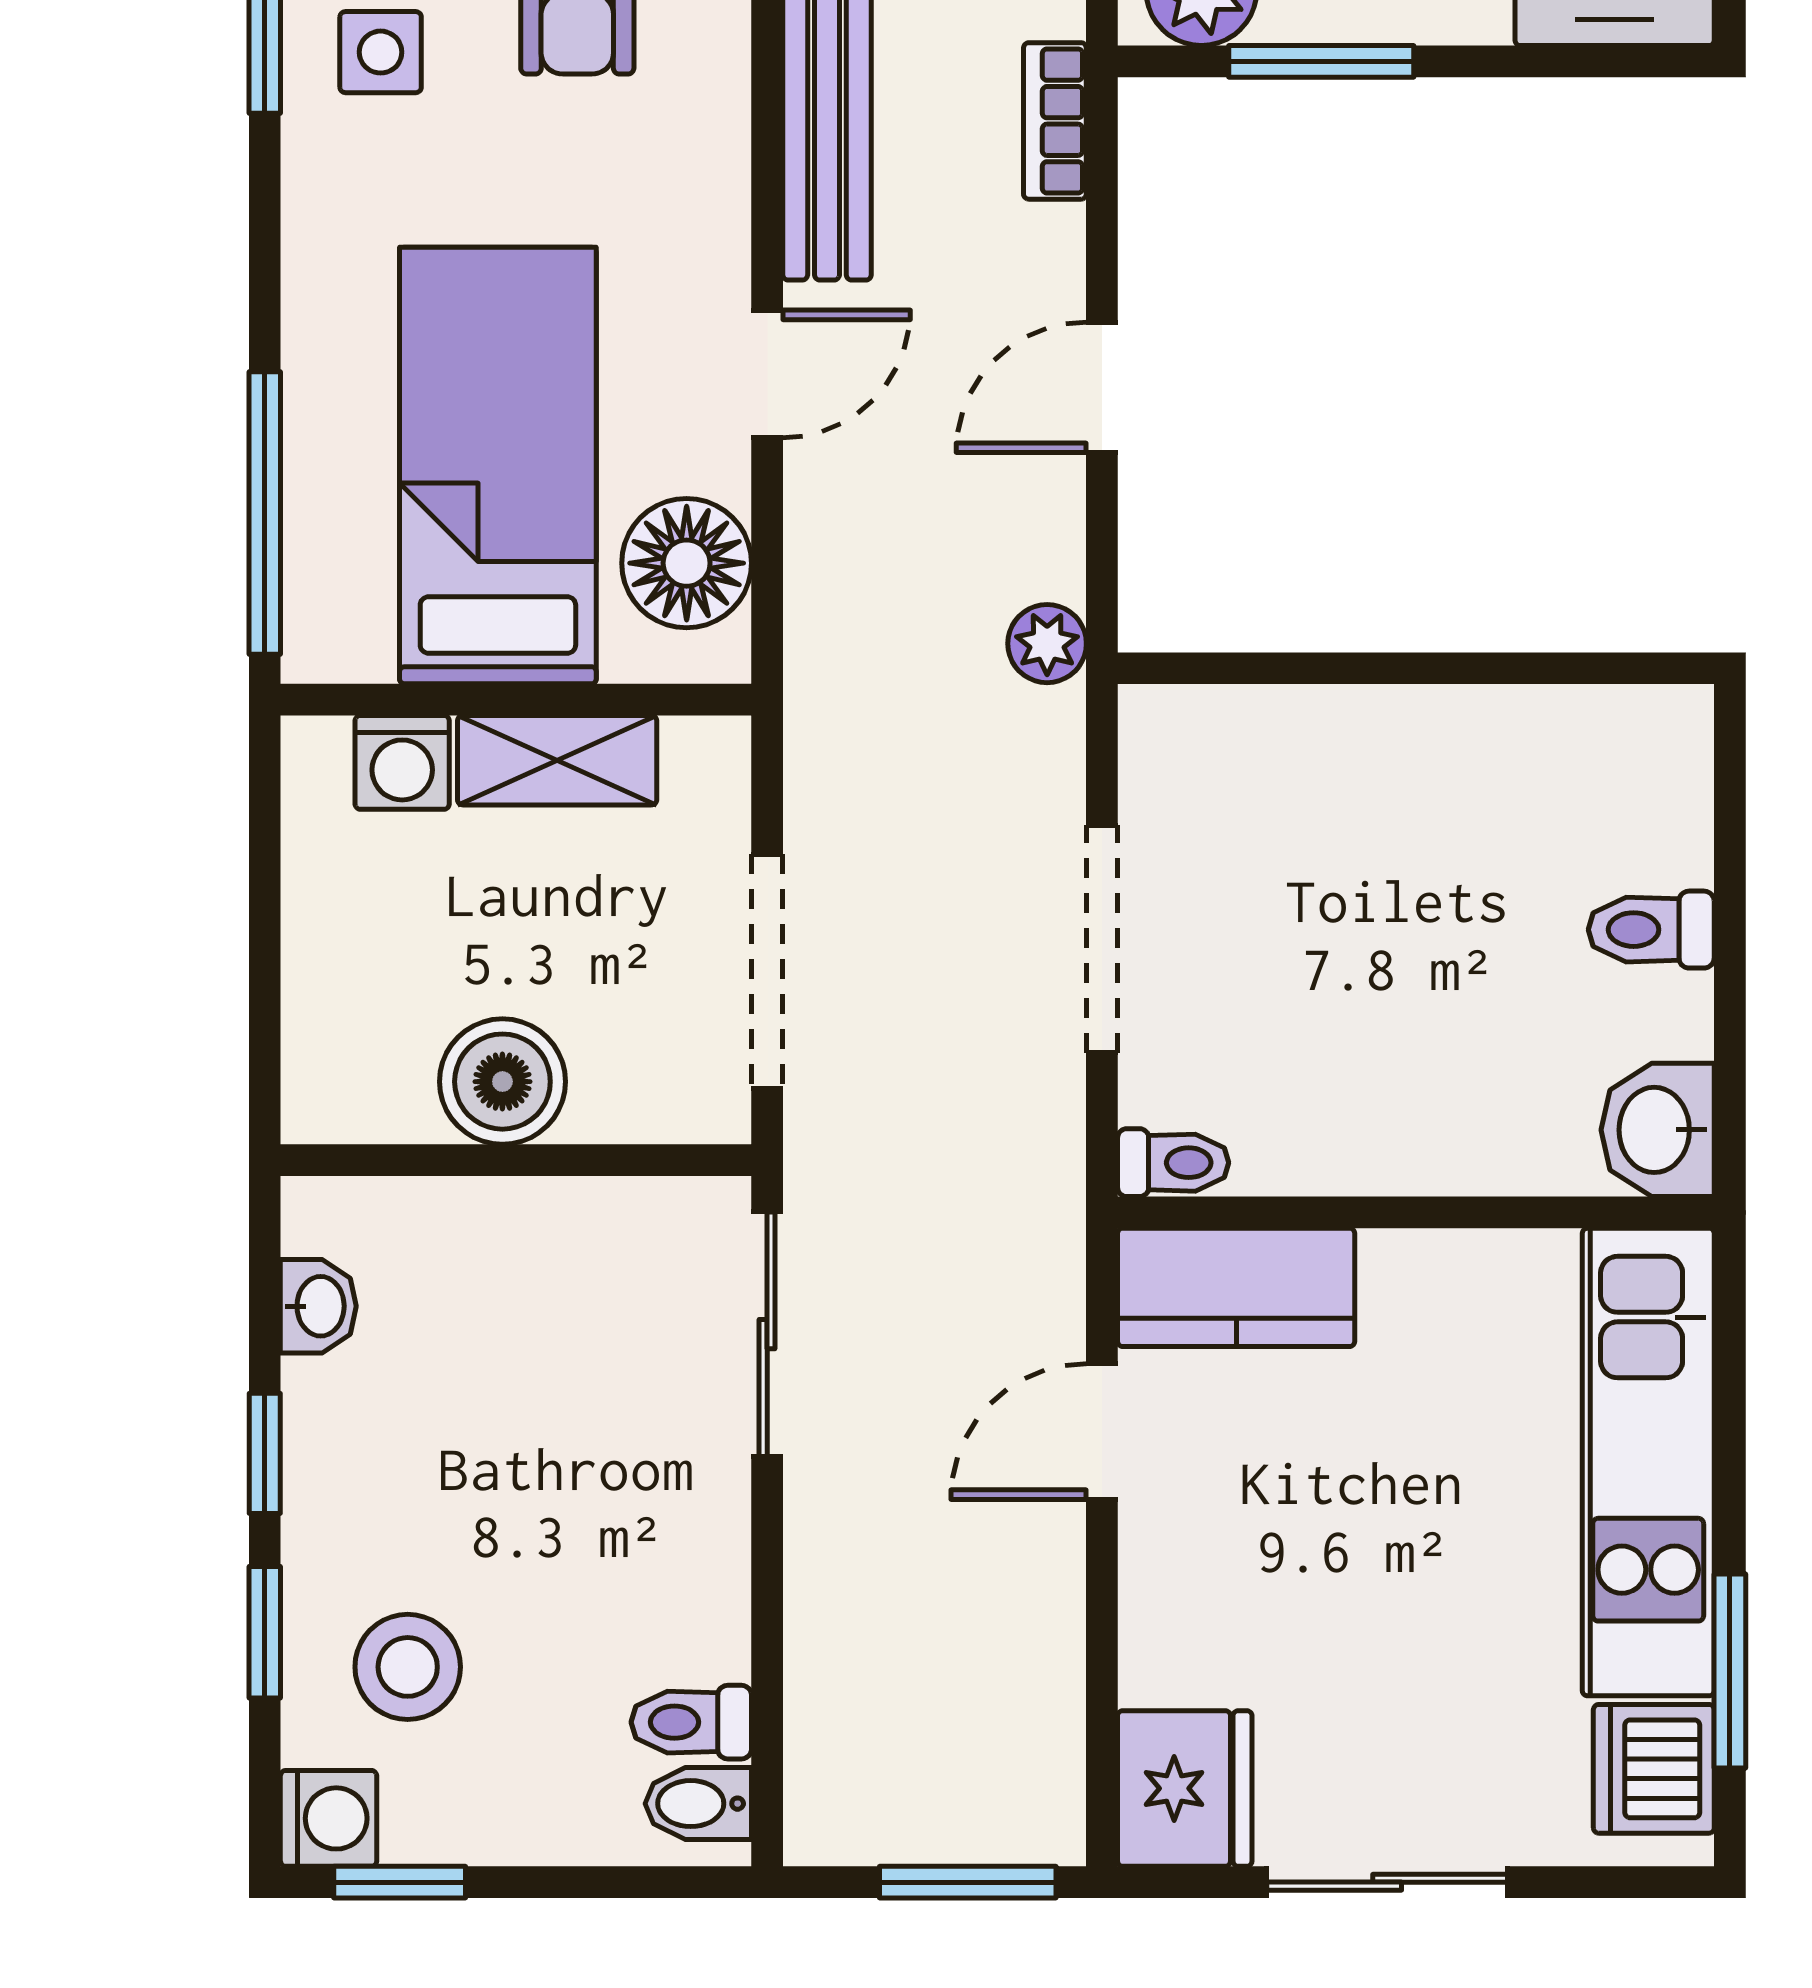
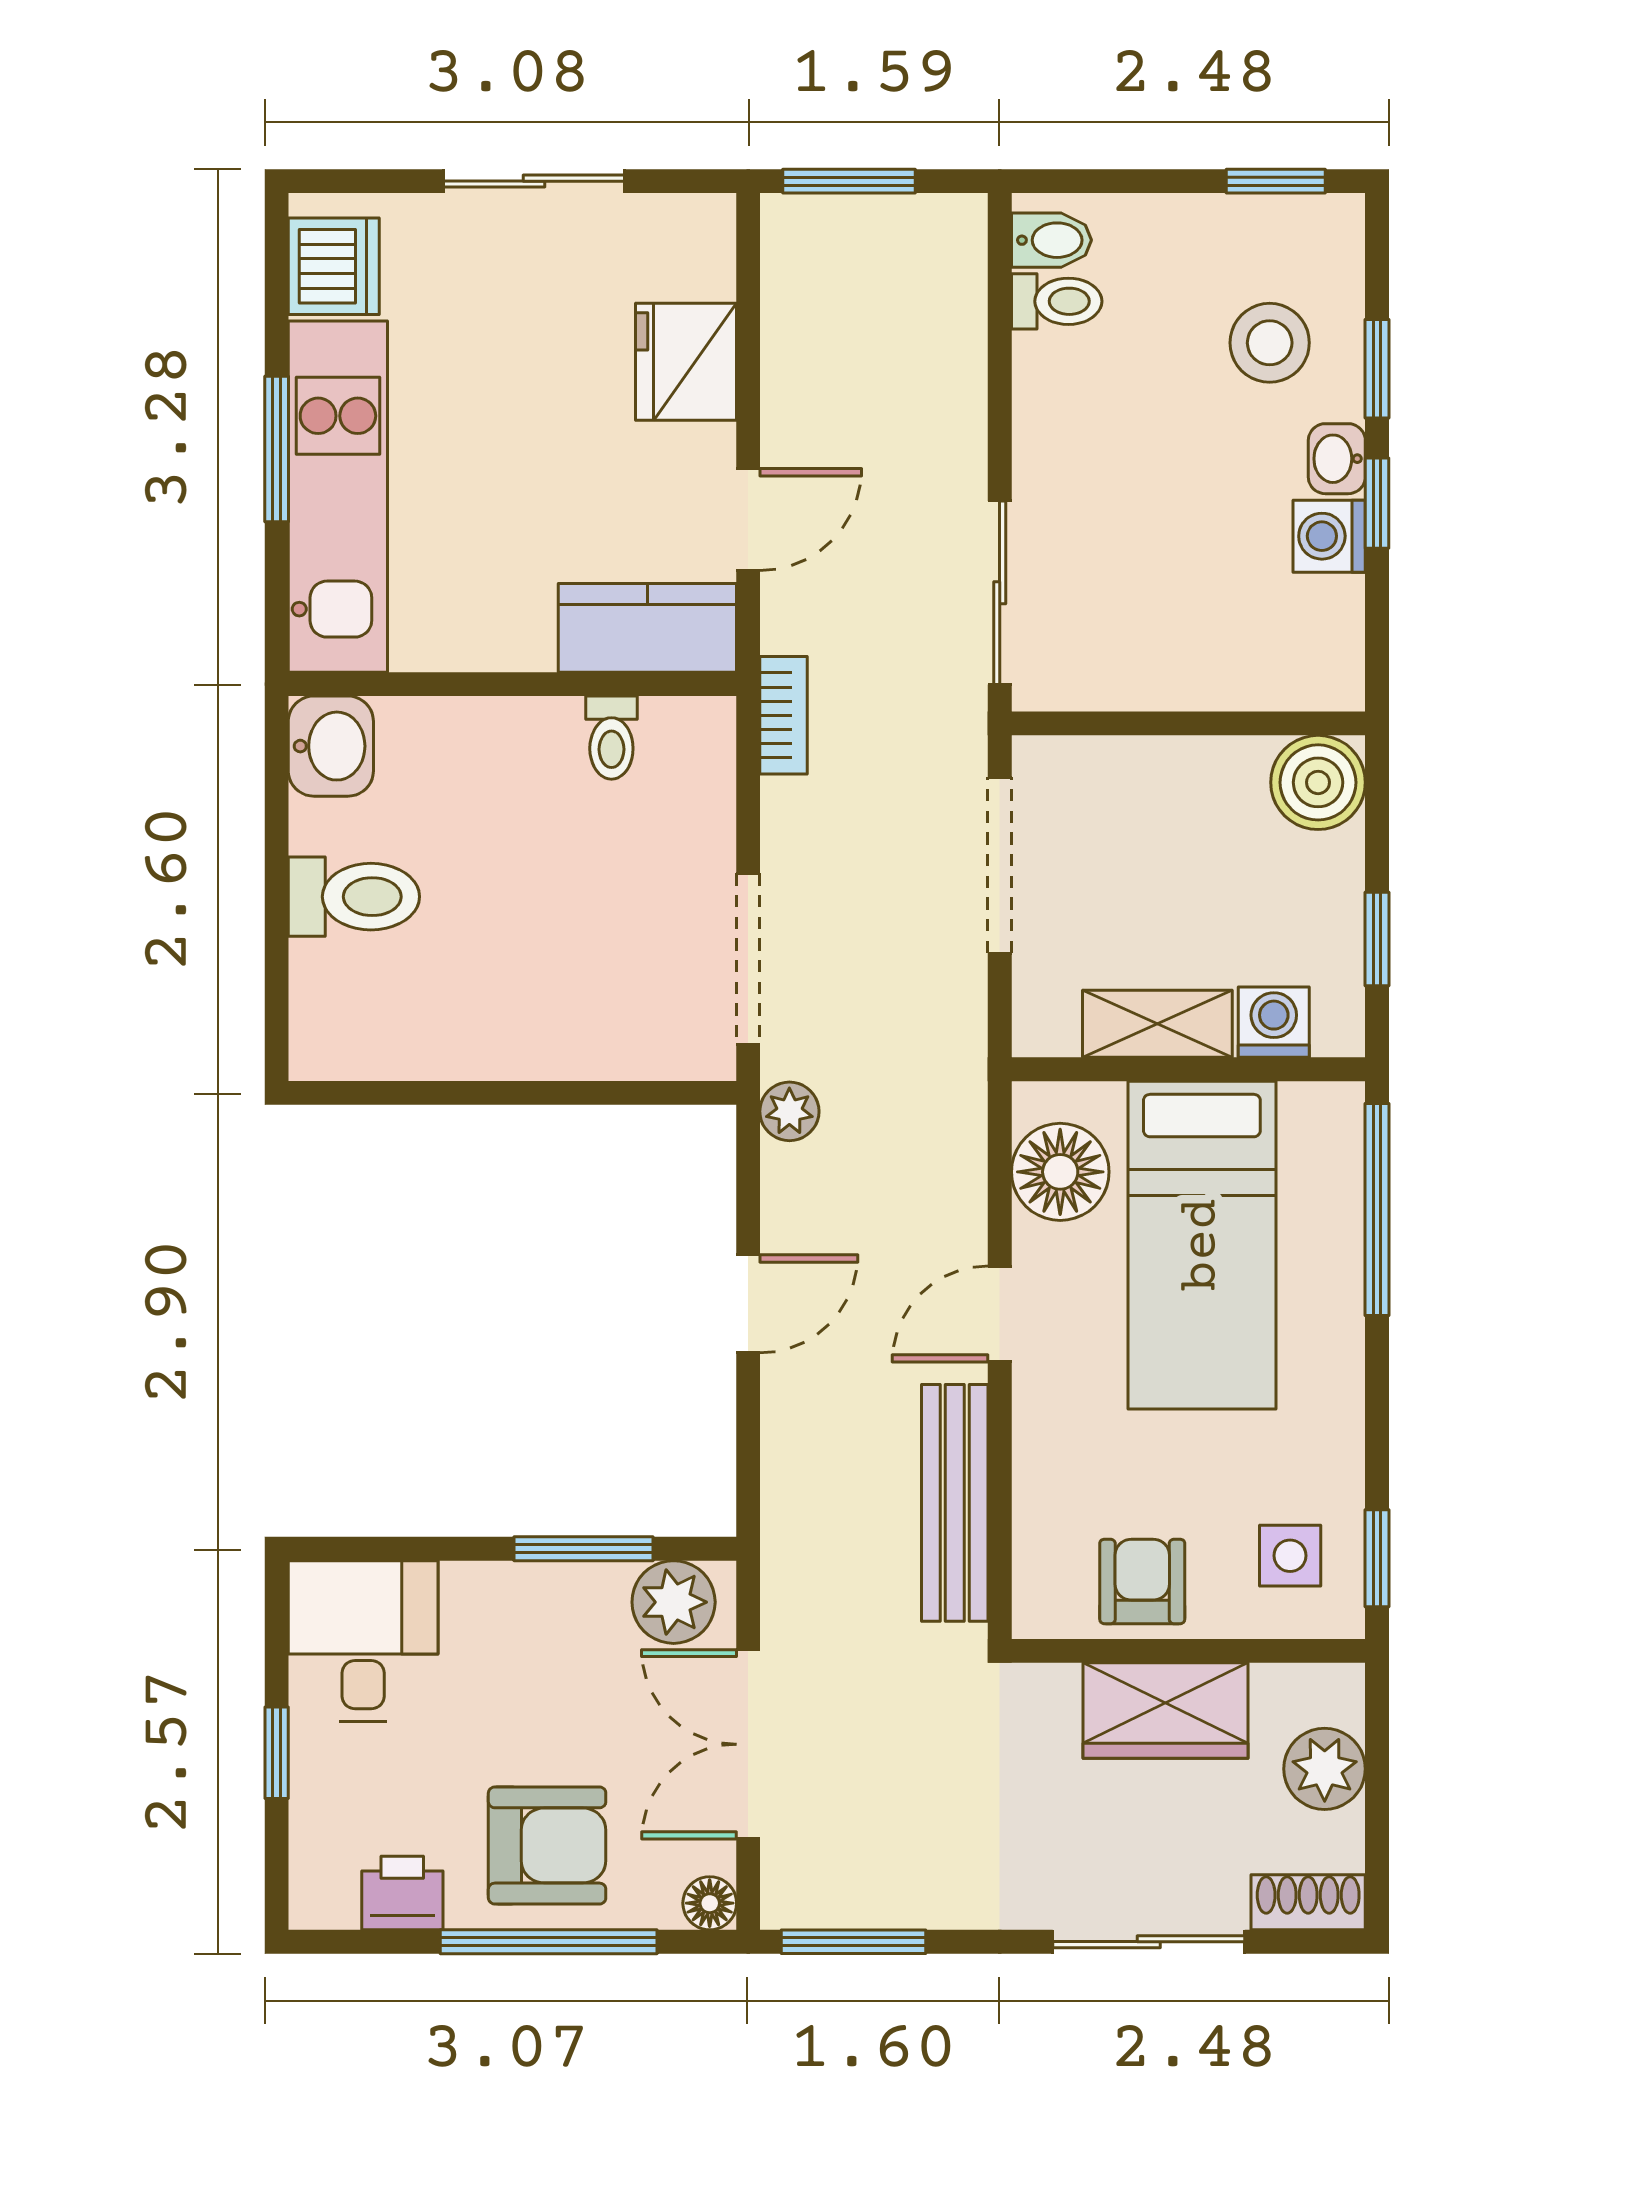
bookcase: (1055, 121) -> (784, 715), moved
window: (265, 873) -> (1377, 939), added
toilet: (1651, 930) -> (354, 897), width x1.37, depth x1.39
doorway: (1102, 939) -> (748, 959), moved
boiler: (502, 1082) -> (1318, 782), moved
toilet: (1173, 1163) -> (611, 738), moved, turned -90
washbasin: (318, 1306) -> (1337, 459), moved
window: (1730, 1671) -> (277, 449), moved
fridge: (1185, 1788) -> (686, 362), moved
washing machine: (329, 1818) -> (1329, 536), moved

